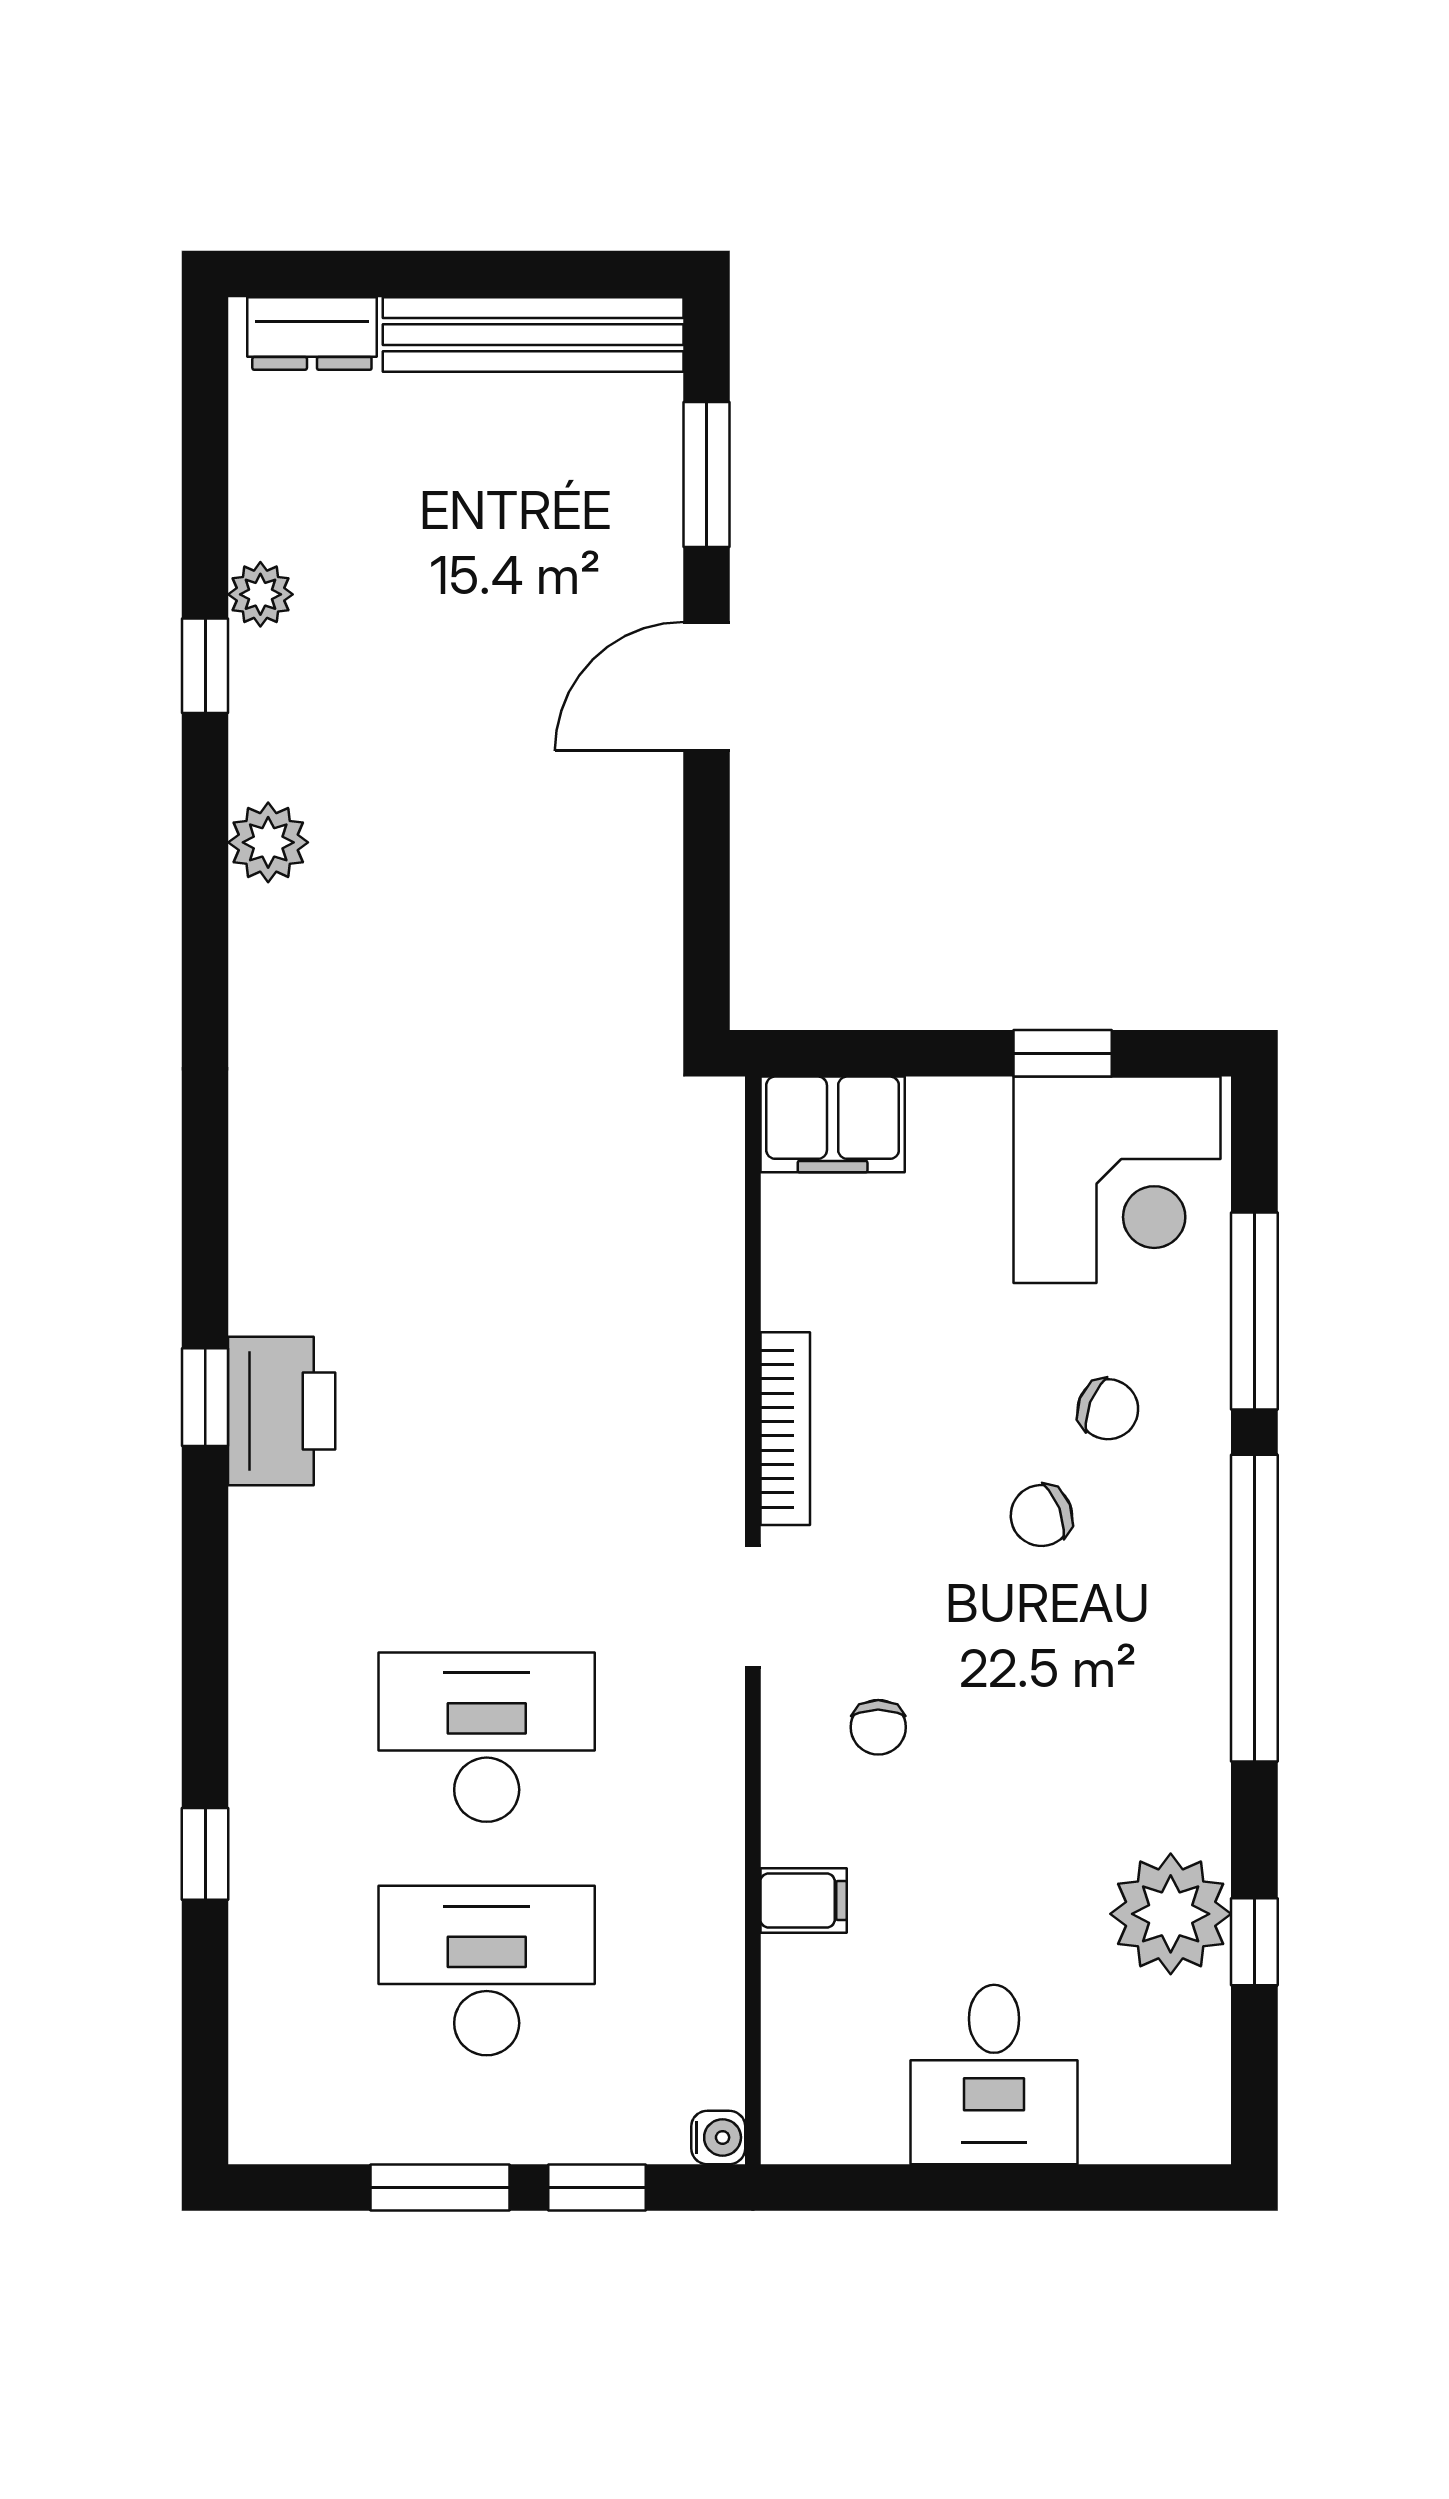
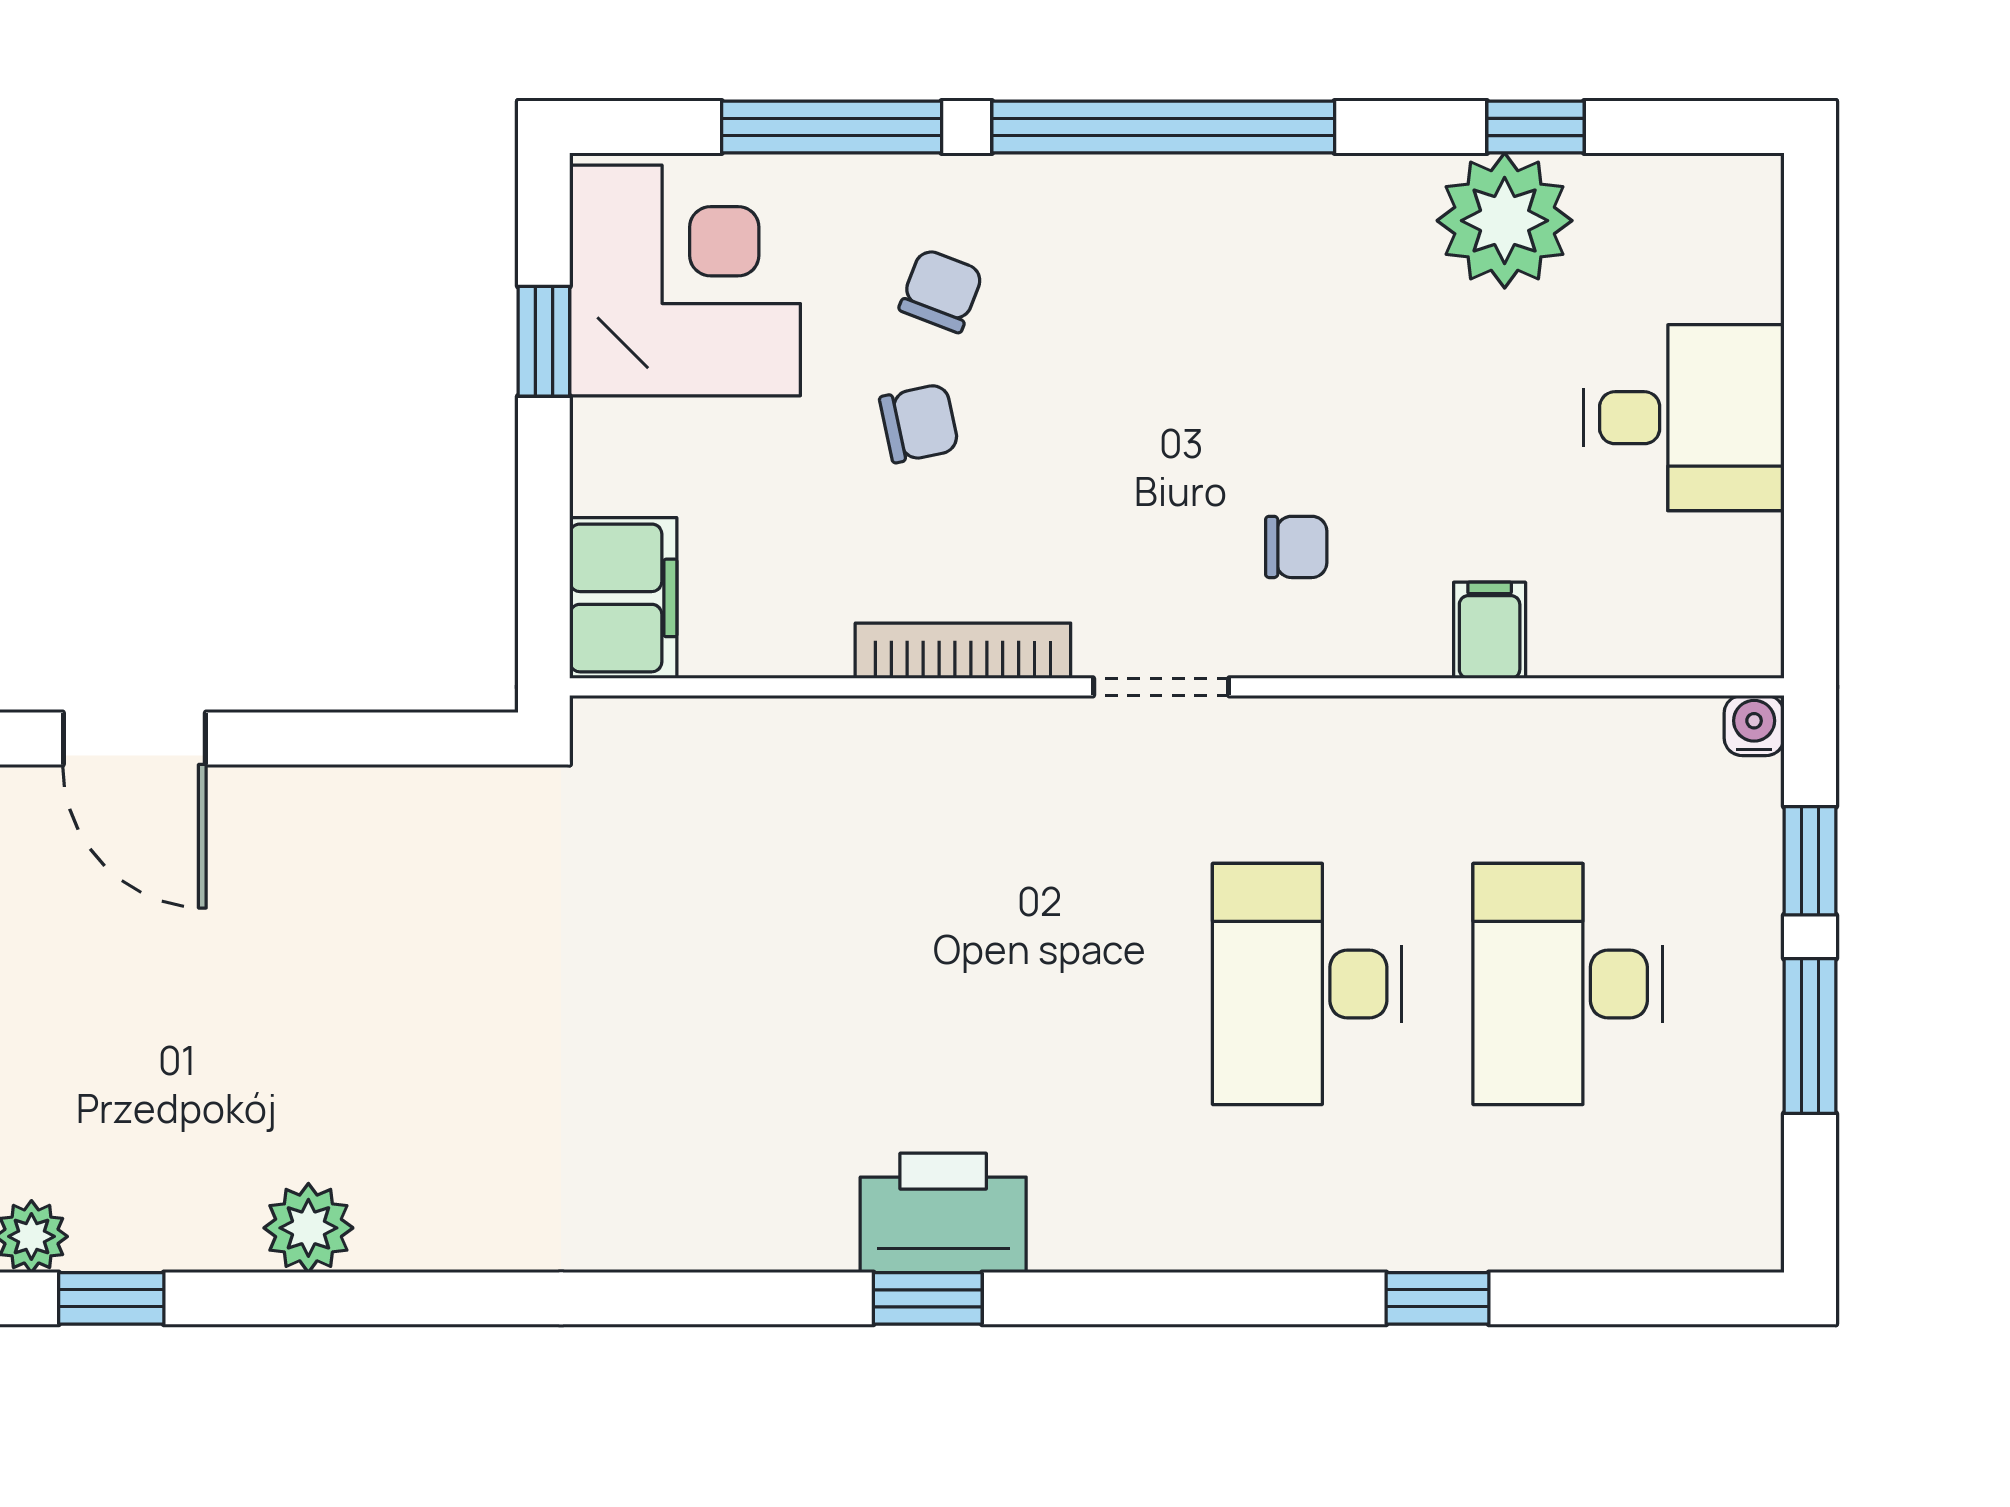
chair: (1041, 1516) -> (919, 423), moved, turned -81

